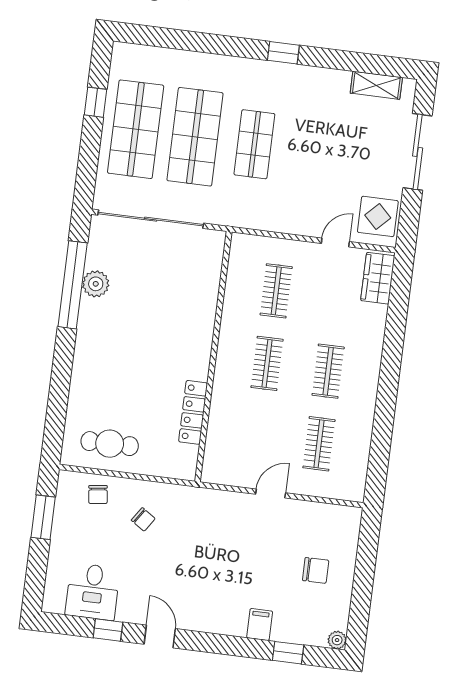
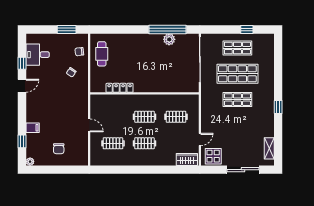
shop shelf: (136, 129) -> (237, 48), width x0.70, depth x0.74
door: (335, 242) -> (200, 139), hinge flipped

